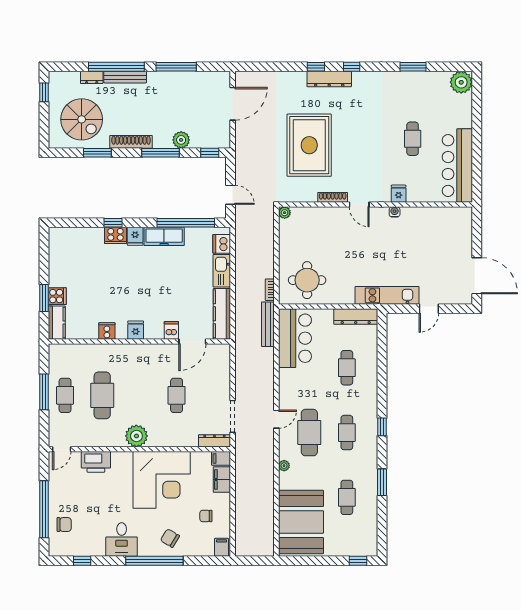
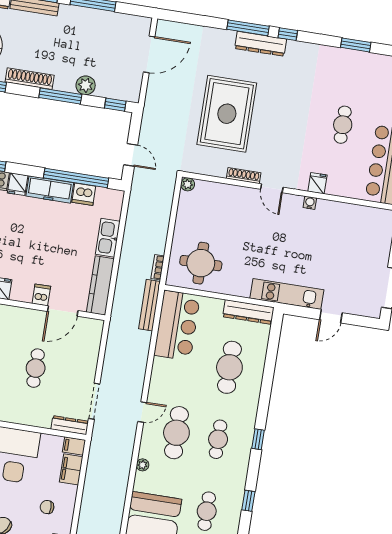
window: (316, 67) -> (248, 28), width x2.17
dishwasher: (222, 244) -> (84, 194), moved, turned -90
cafe table: (347, 368) -> (229, 367), width x1.37, depth x1.35
window: (382, 482) -> (248, 501), width x0.67

